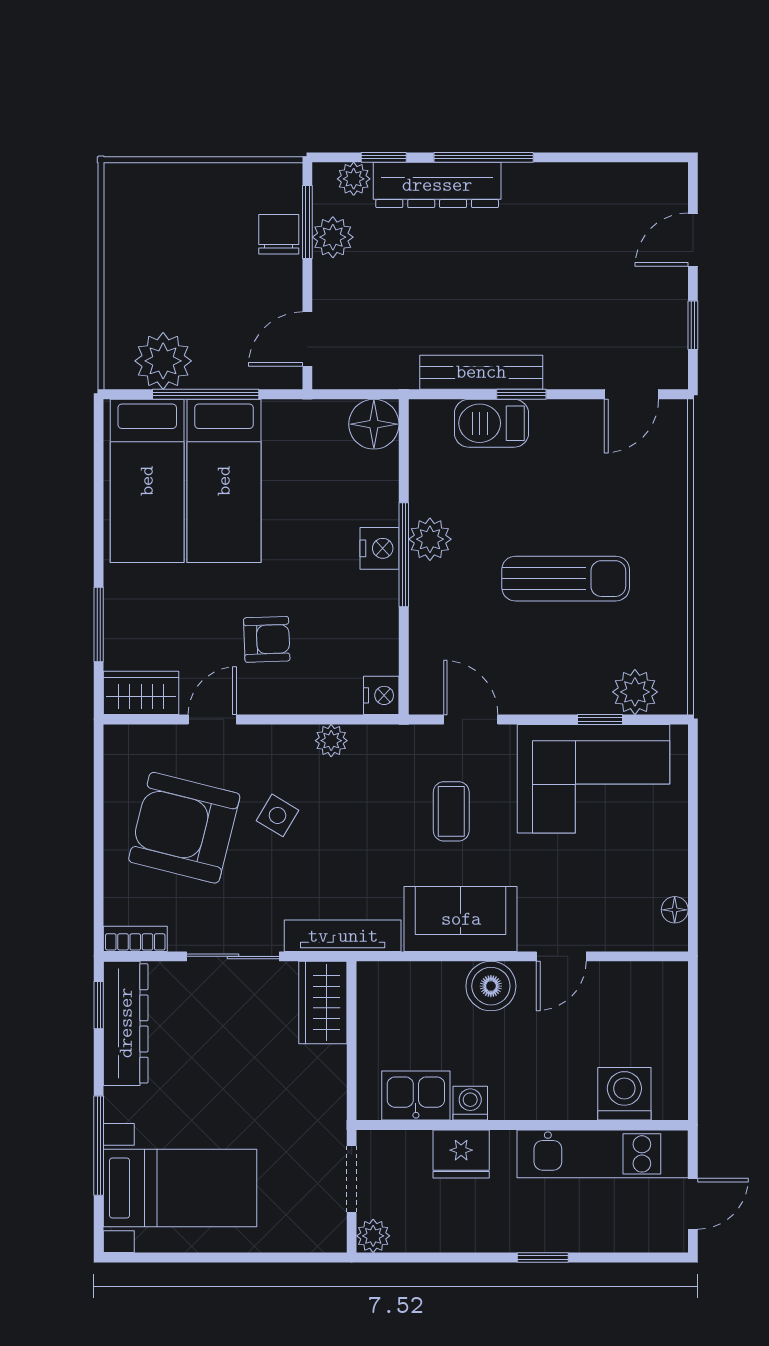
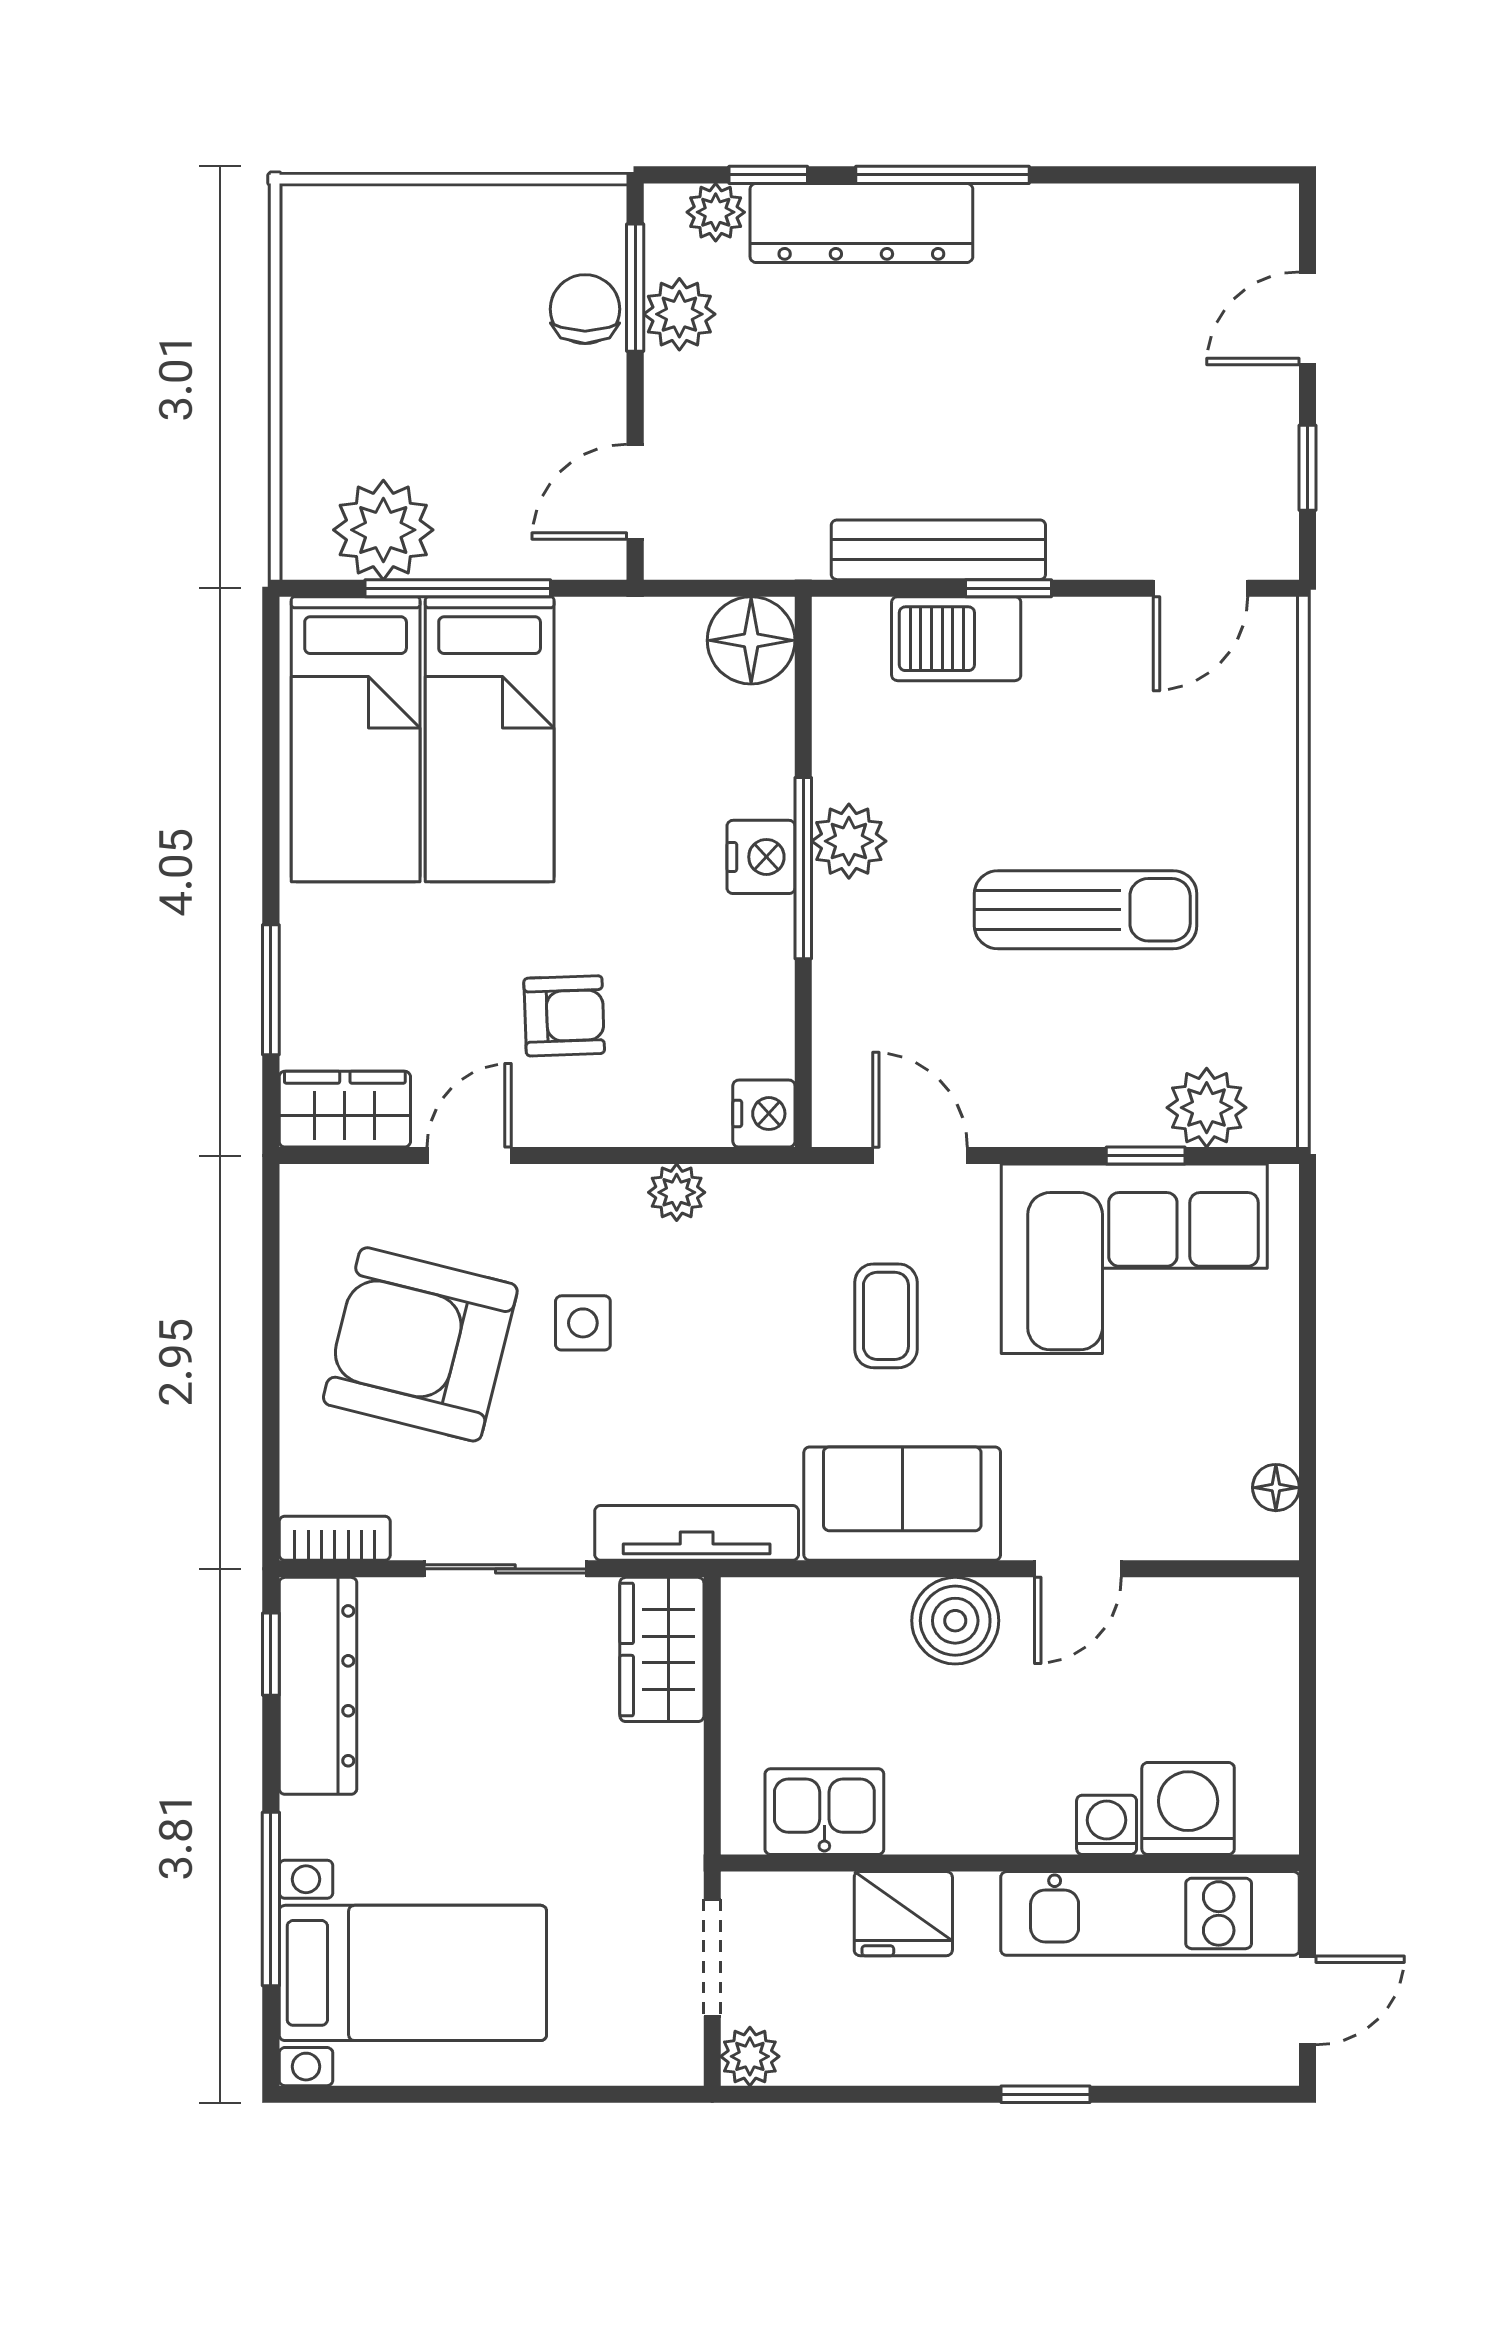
side table: (277, 815) -> (583, 1323), turned -31
washing machine: (470, 1103) -> (1107, 1825), moved

